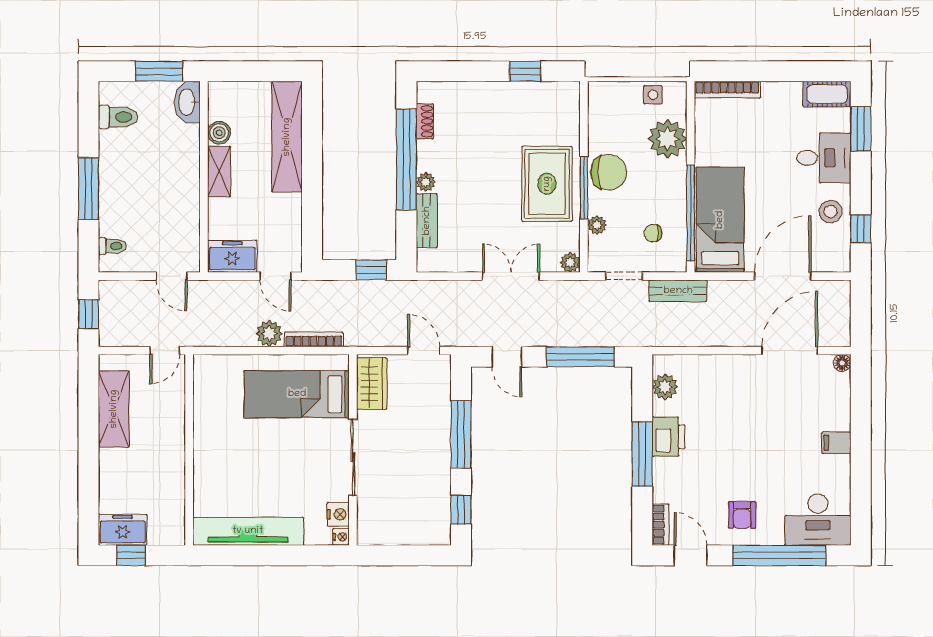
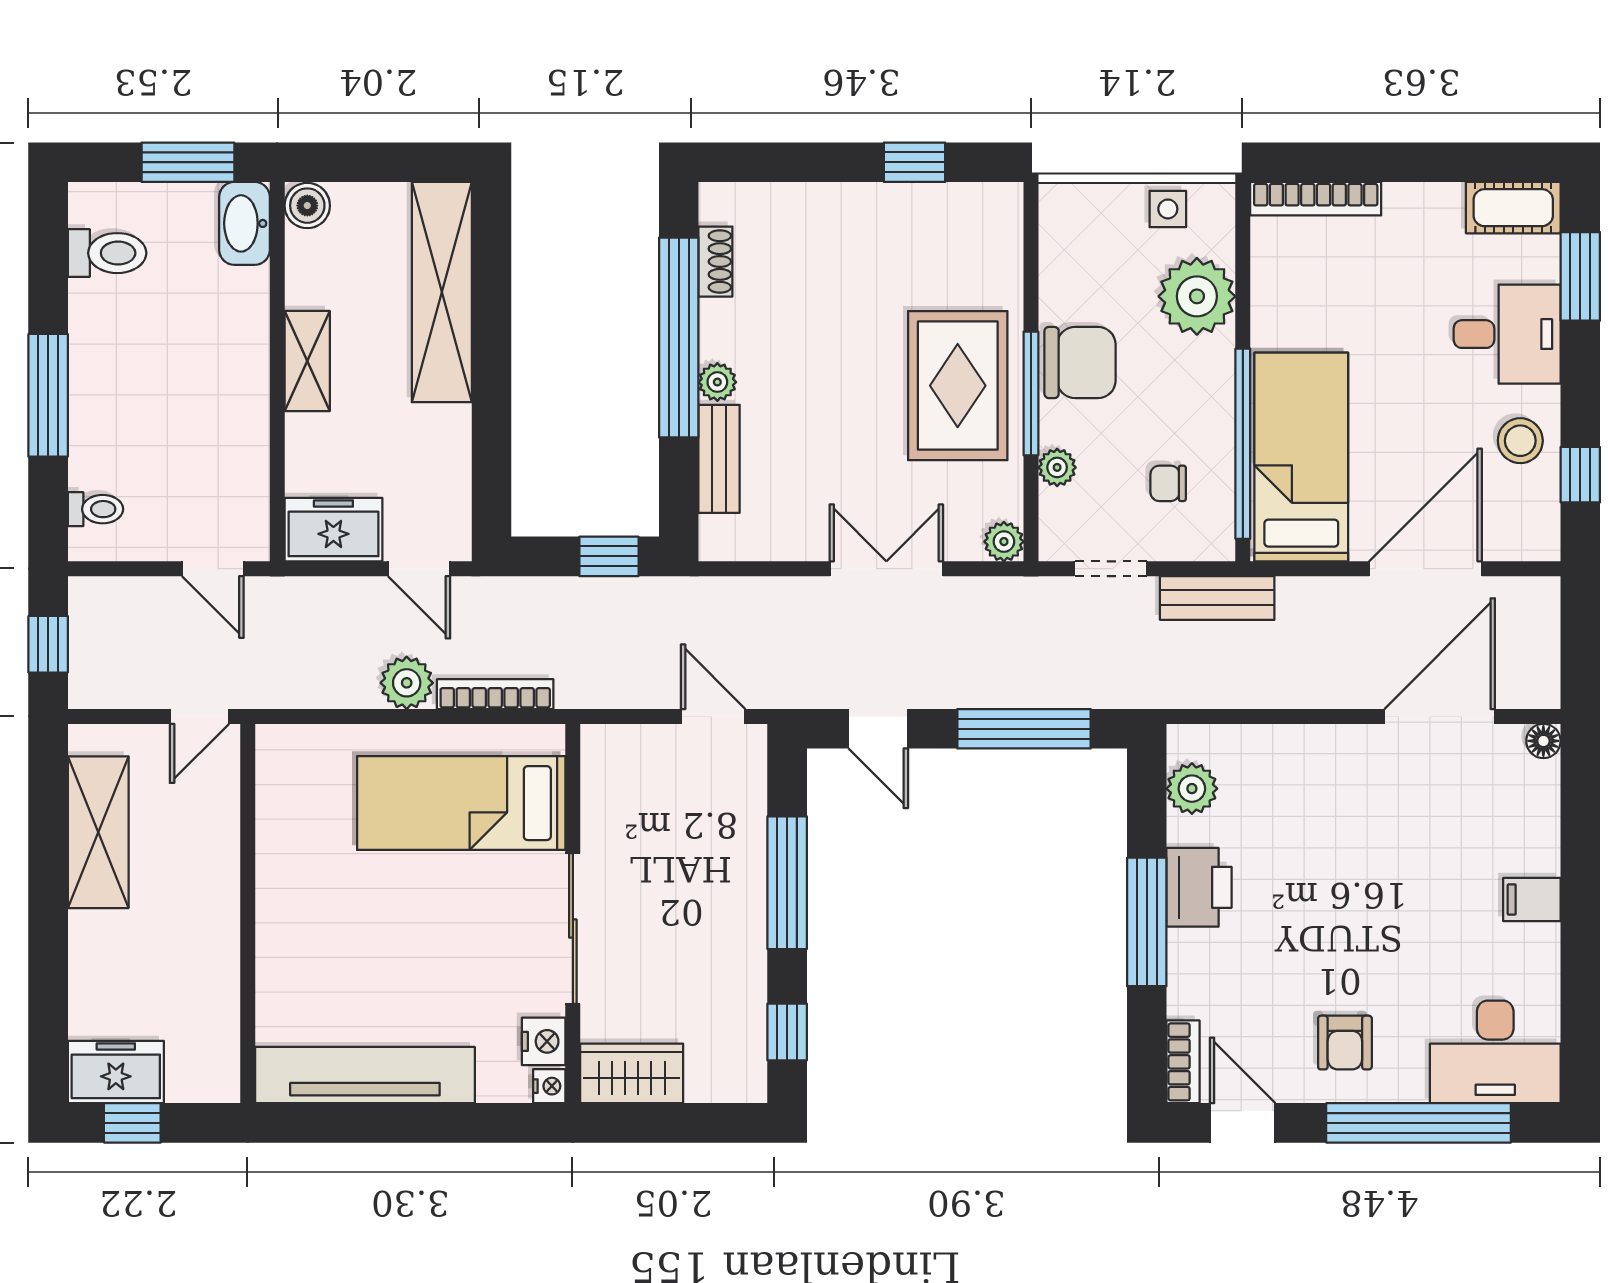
boiler: (219, 133) -> (307, 206), moved
wardrobe: (372, 384) -> (632, 1073), moved, turned -90

